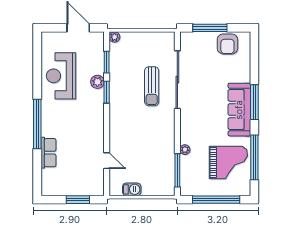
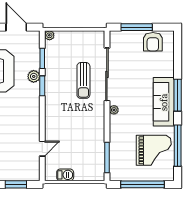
plant: (185, 150) -> (114, 110), moved
door: (107, 161) -> (42, 149), hinge flipped

